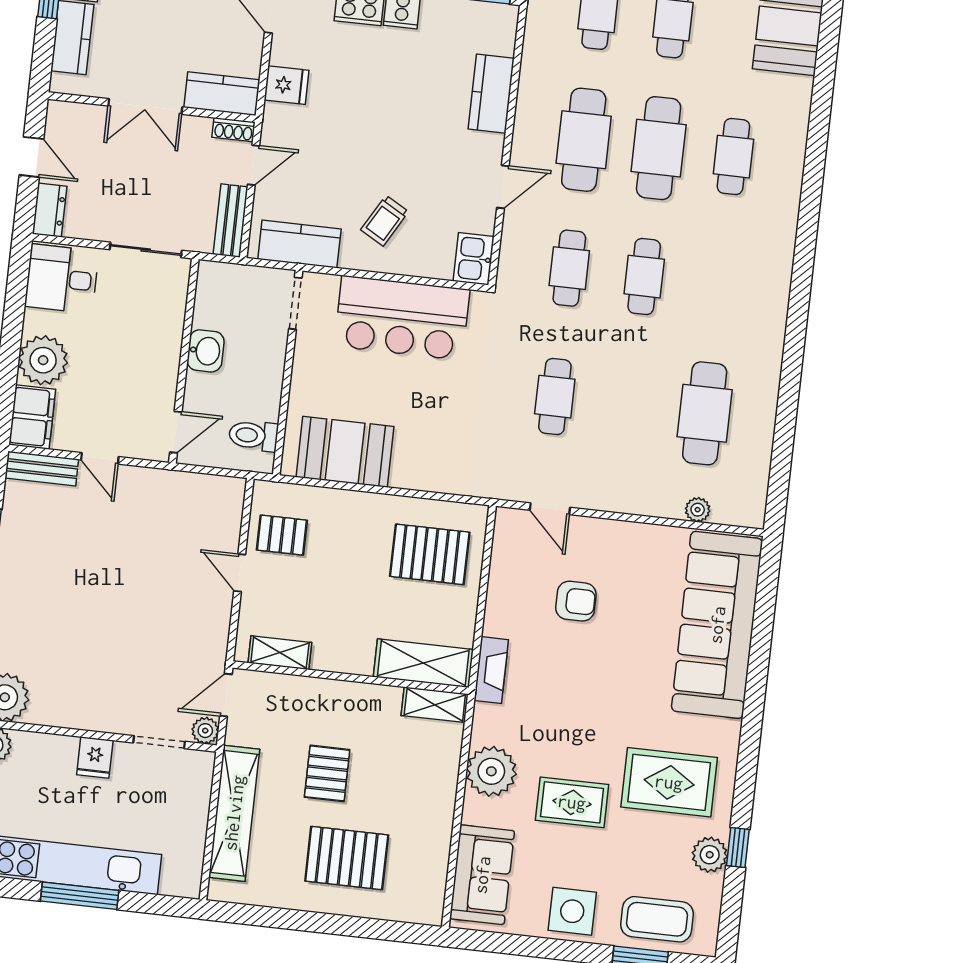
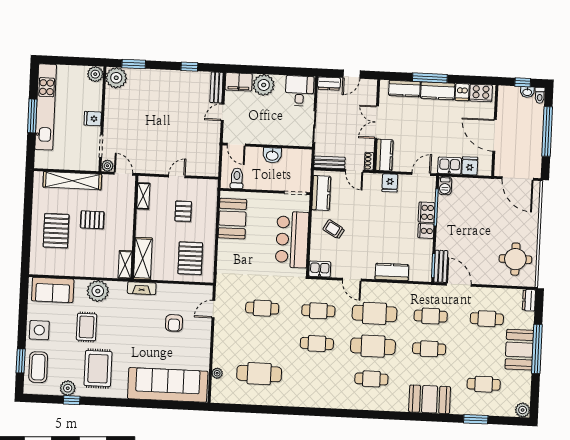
pallet: (282, 535) -> (183, 211), moved

